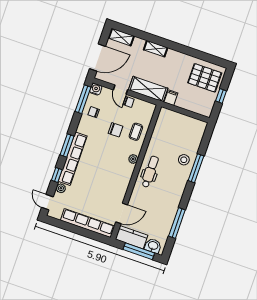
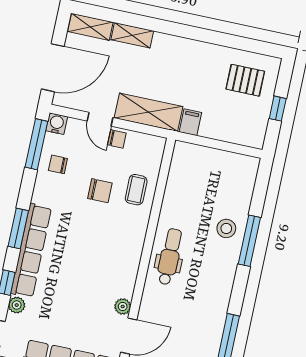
shelving: (156, 49) -> (132, 35), moved
pallet: (205, 78) -> (245, 80), width x0.67, depth x0.71
plant: (133, 159) -> (123, 307), moved

